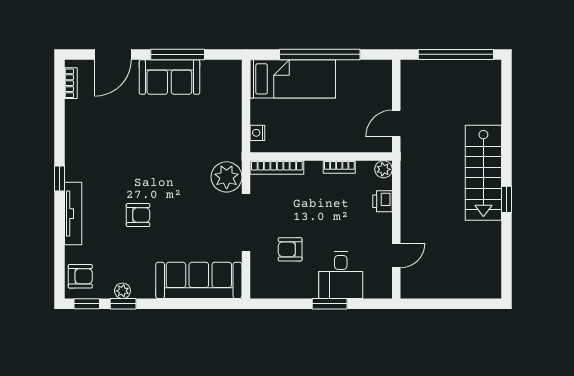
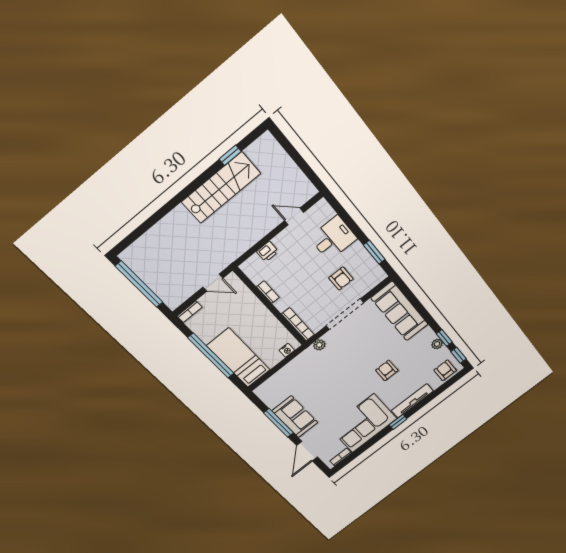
door: (113, 54) -> (307, 451), swing flipped
bookcase: (386, 76) -> (190, 312), added
corner sofa: (93, 140) -> (363, 423), added
plant: (384, 169) -> (247, 267), removed
stairs: (483, 173) -> (221, 188), moved
plant: (227, 177) -> (319, 345), width x0.53, depth x0.53
window: (507, 199) -> (230, 155), moved
window: (330, 304) -> (374, 252), moved

